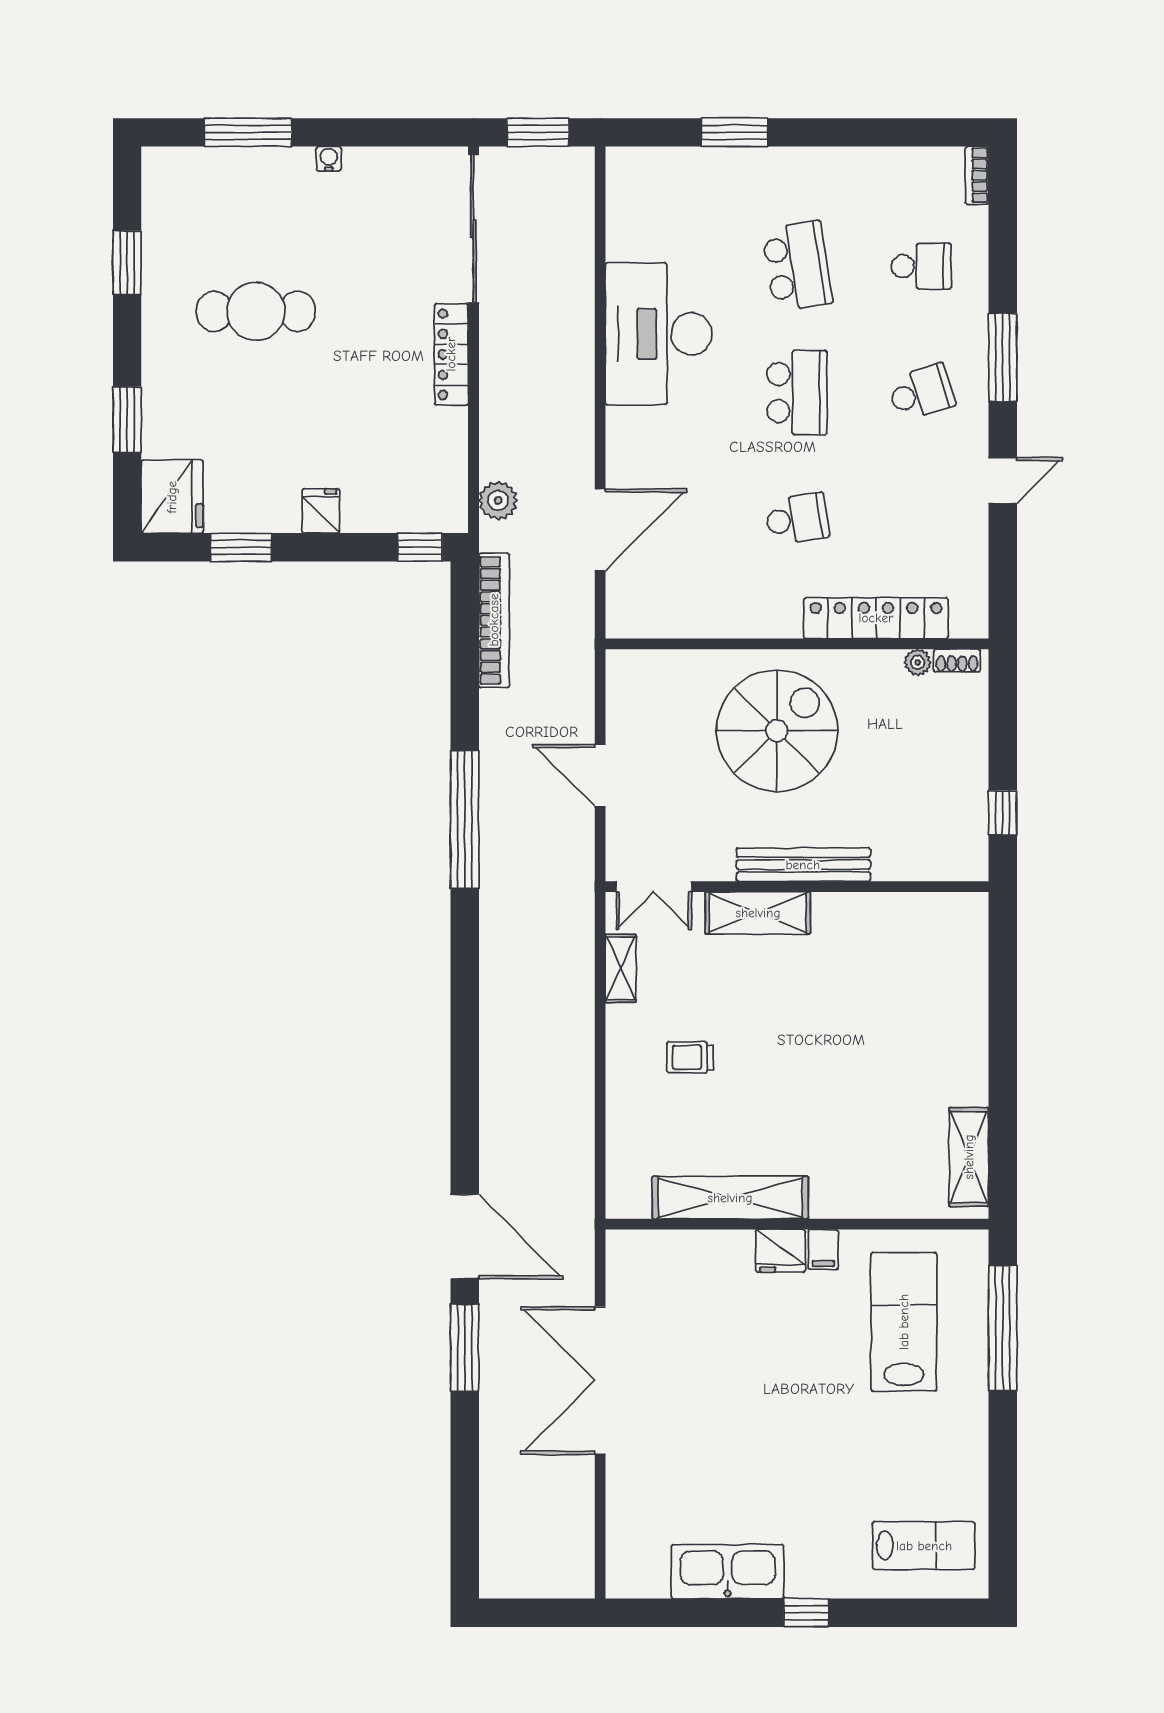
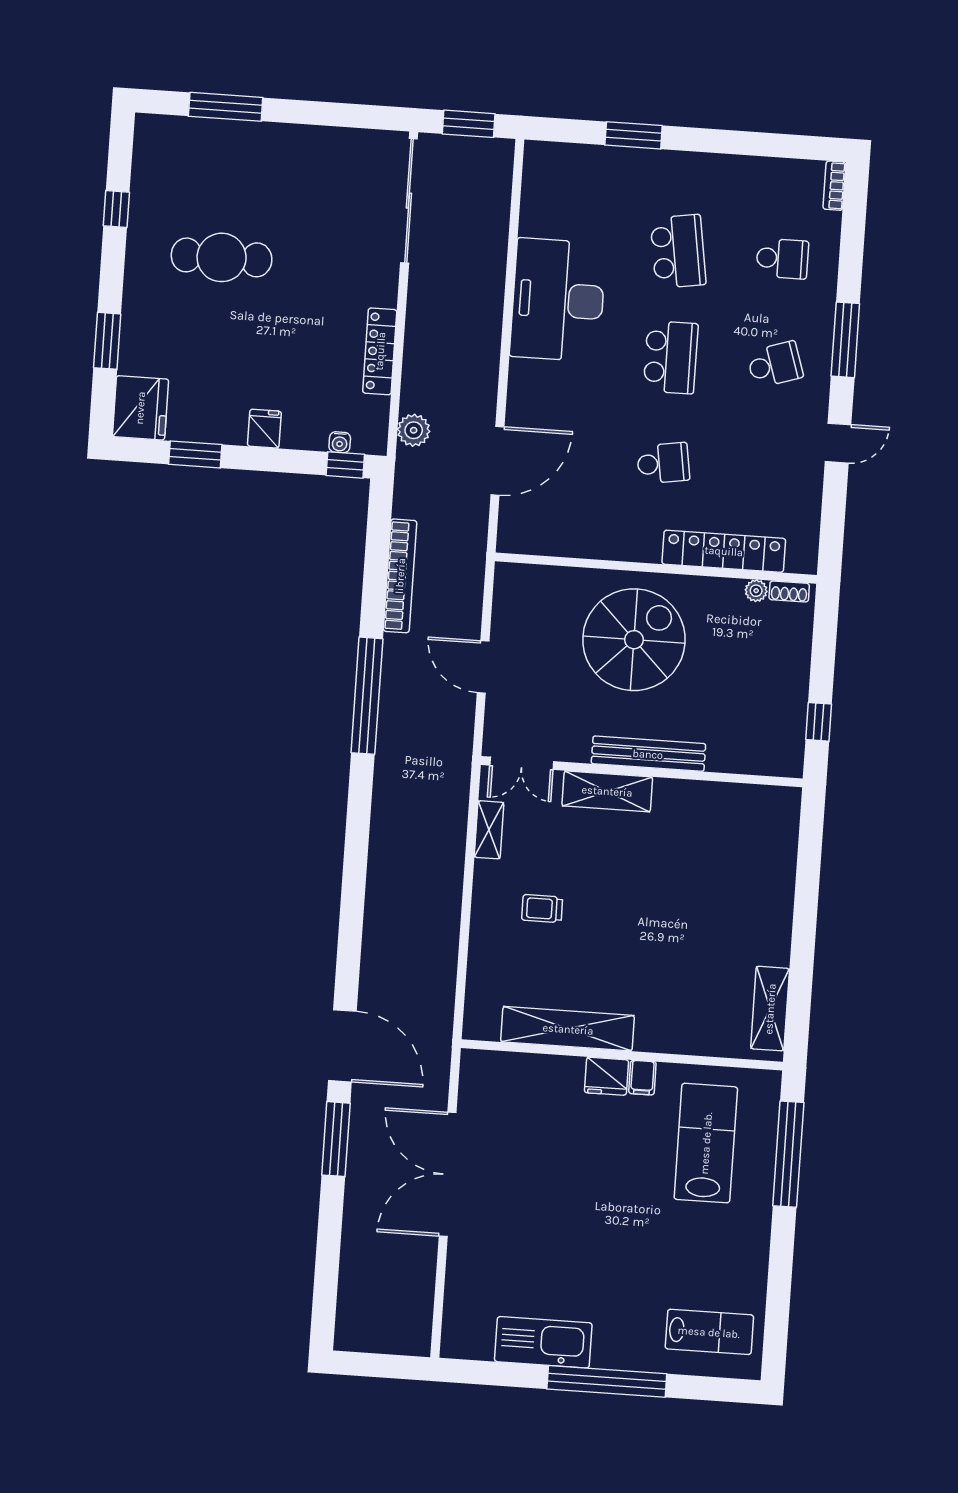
water cooler: (329, 159) -> (340, 442), moved, turned 180
window: (127, 263) -> (116, 209), width x0.67
locker: (451, 354) -> (380, 351), moved
bookcase: (494, 620) -> (400, 576), moved
window: (806, 1613) -> (607, 1381), width x3.17

